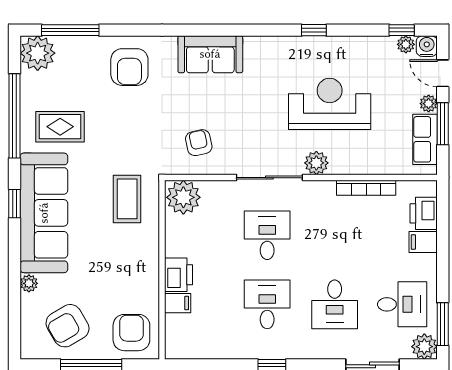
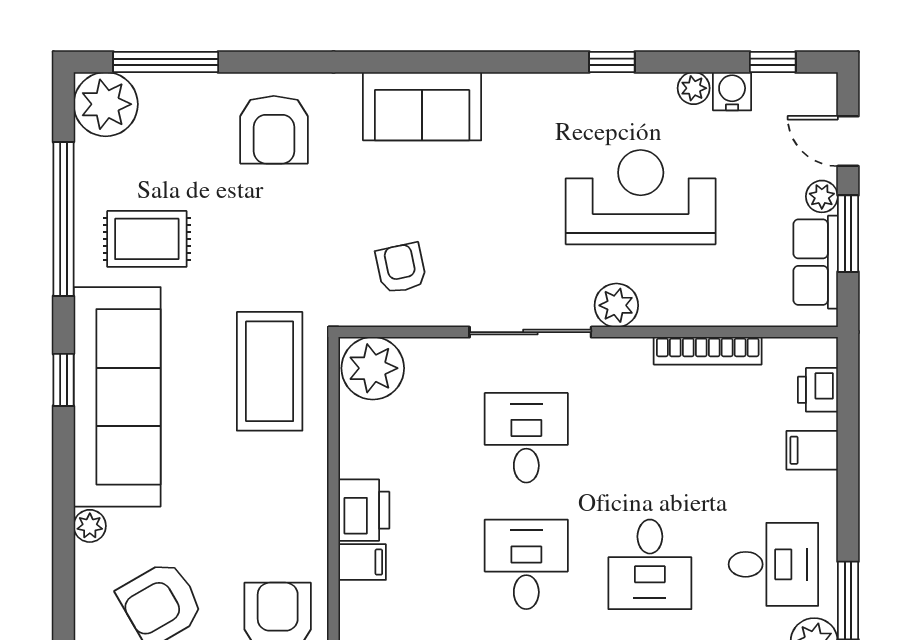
plant: (406, 44) -> (694, 88), moved
water cooler: (427, 46) -> (732, 91), moved
coffee table: (127, 199) -> (270, 371), width x1.36, depth x1.32
printer: (424, 213) -> (818, 390), width x0.73, depth x0.81

